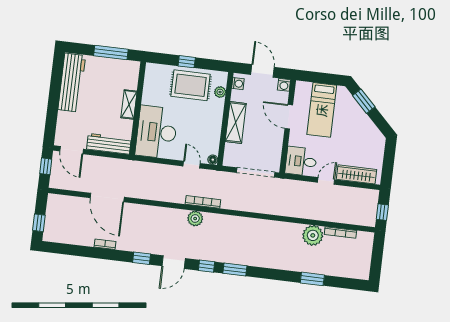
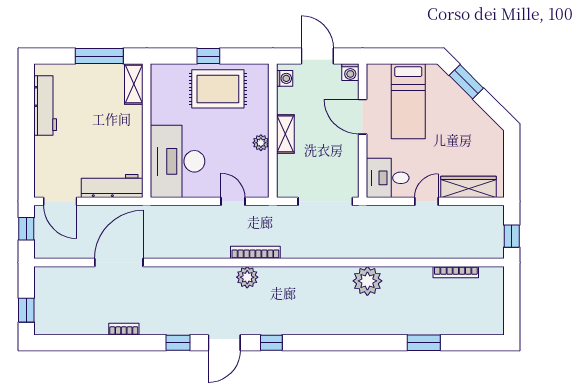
workbench: (72, 83) -> (45, 105), width x0.73, depth x0.76
plant: (220, 92) -> (261, 143), moved
shelving: (129, 104) -> (134, 84), moved
shelving: (236, 122) -> (285, 134), width x0.67, depth x0.75
floor lamp: (213, 160) -> (262, 191), removed
door: (107, 198) -> (119, 262), swing flipped
plant: (313, 235) -> (367, 281), moved
window: (235, 270) -> (312, 343), removed

